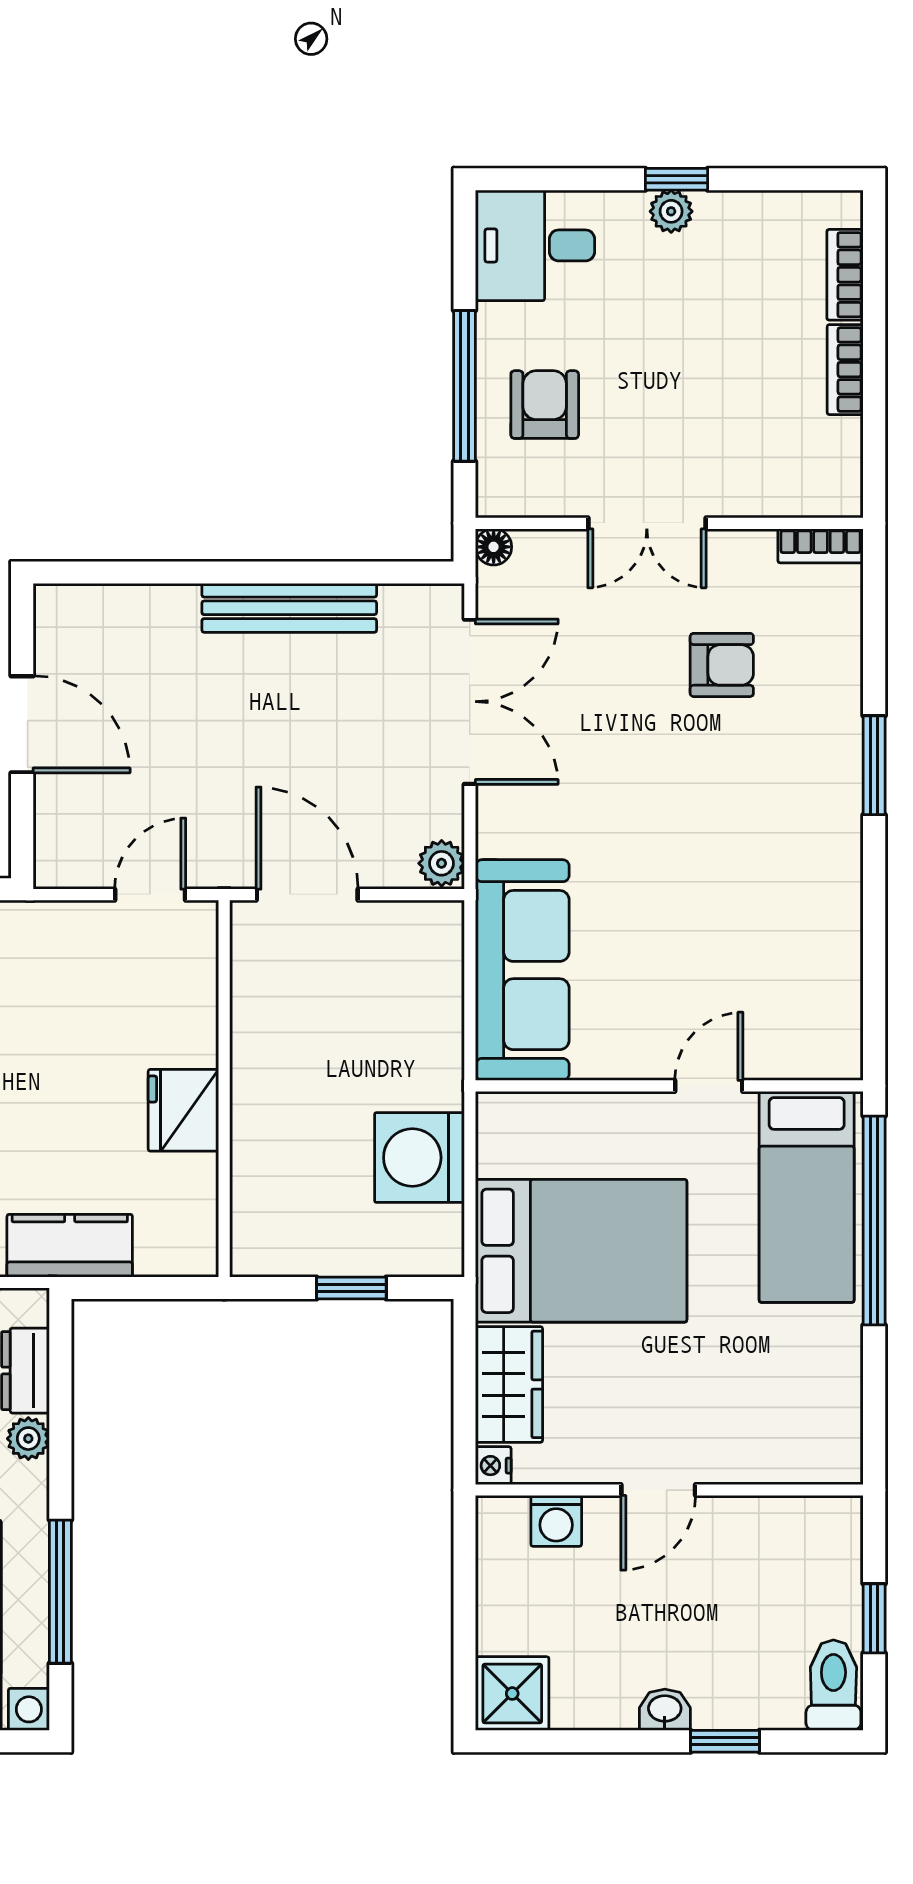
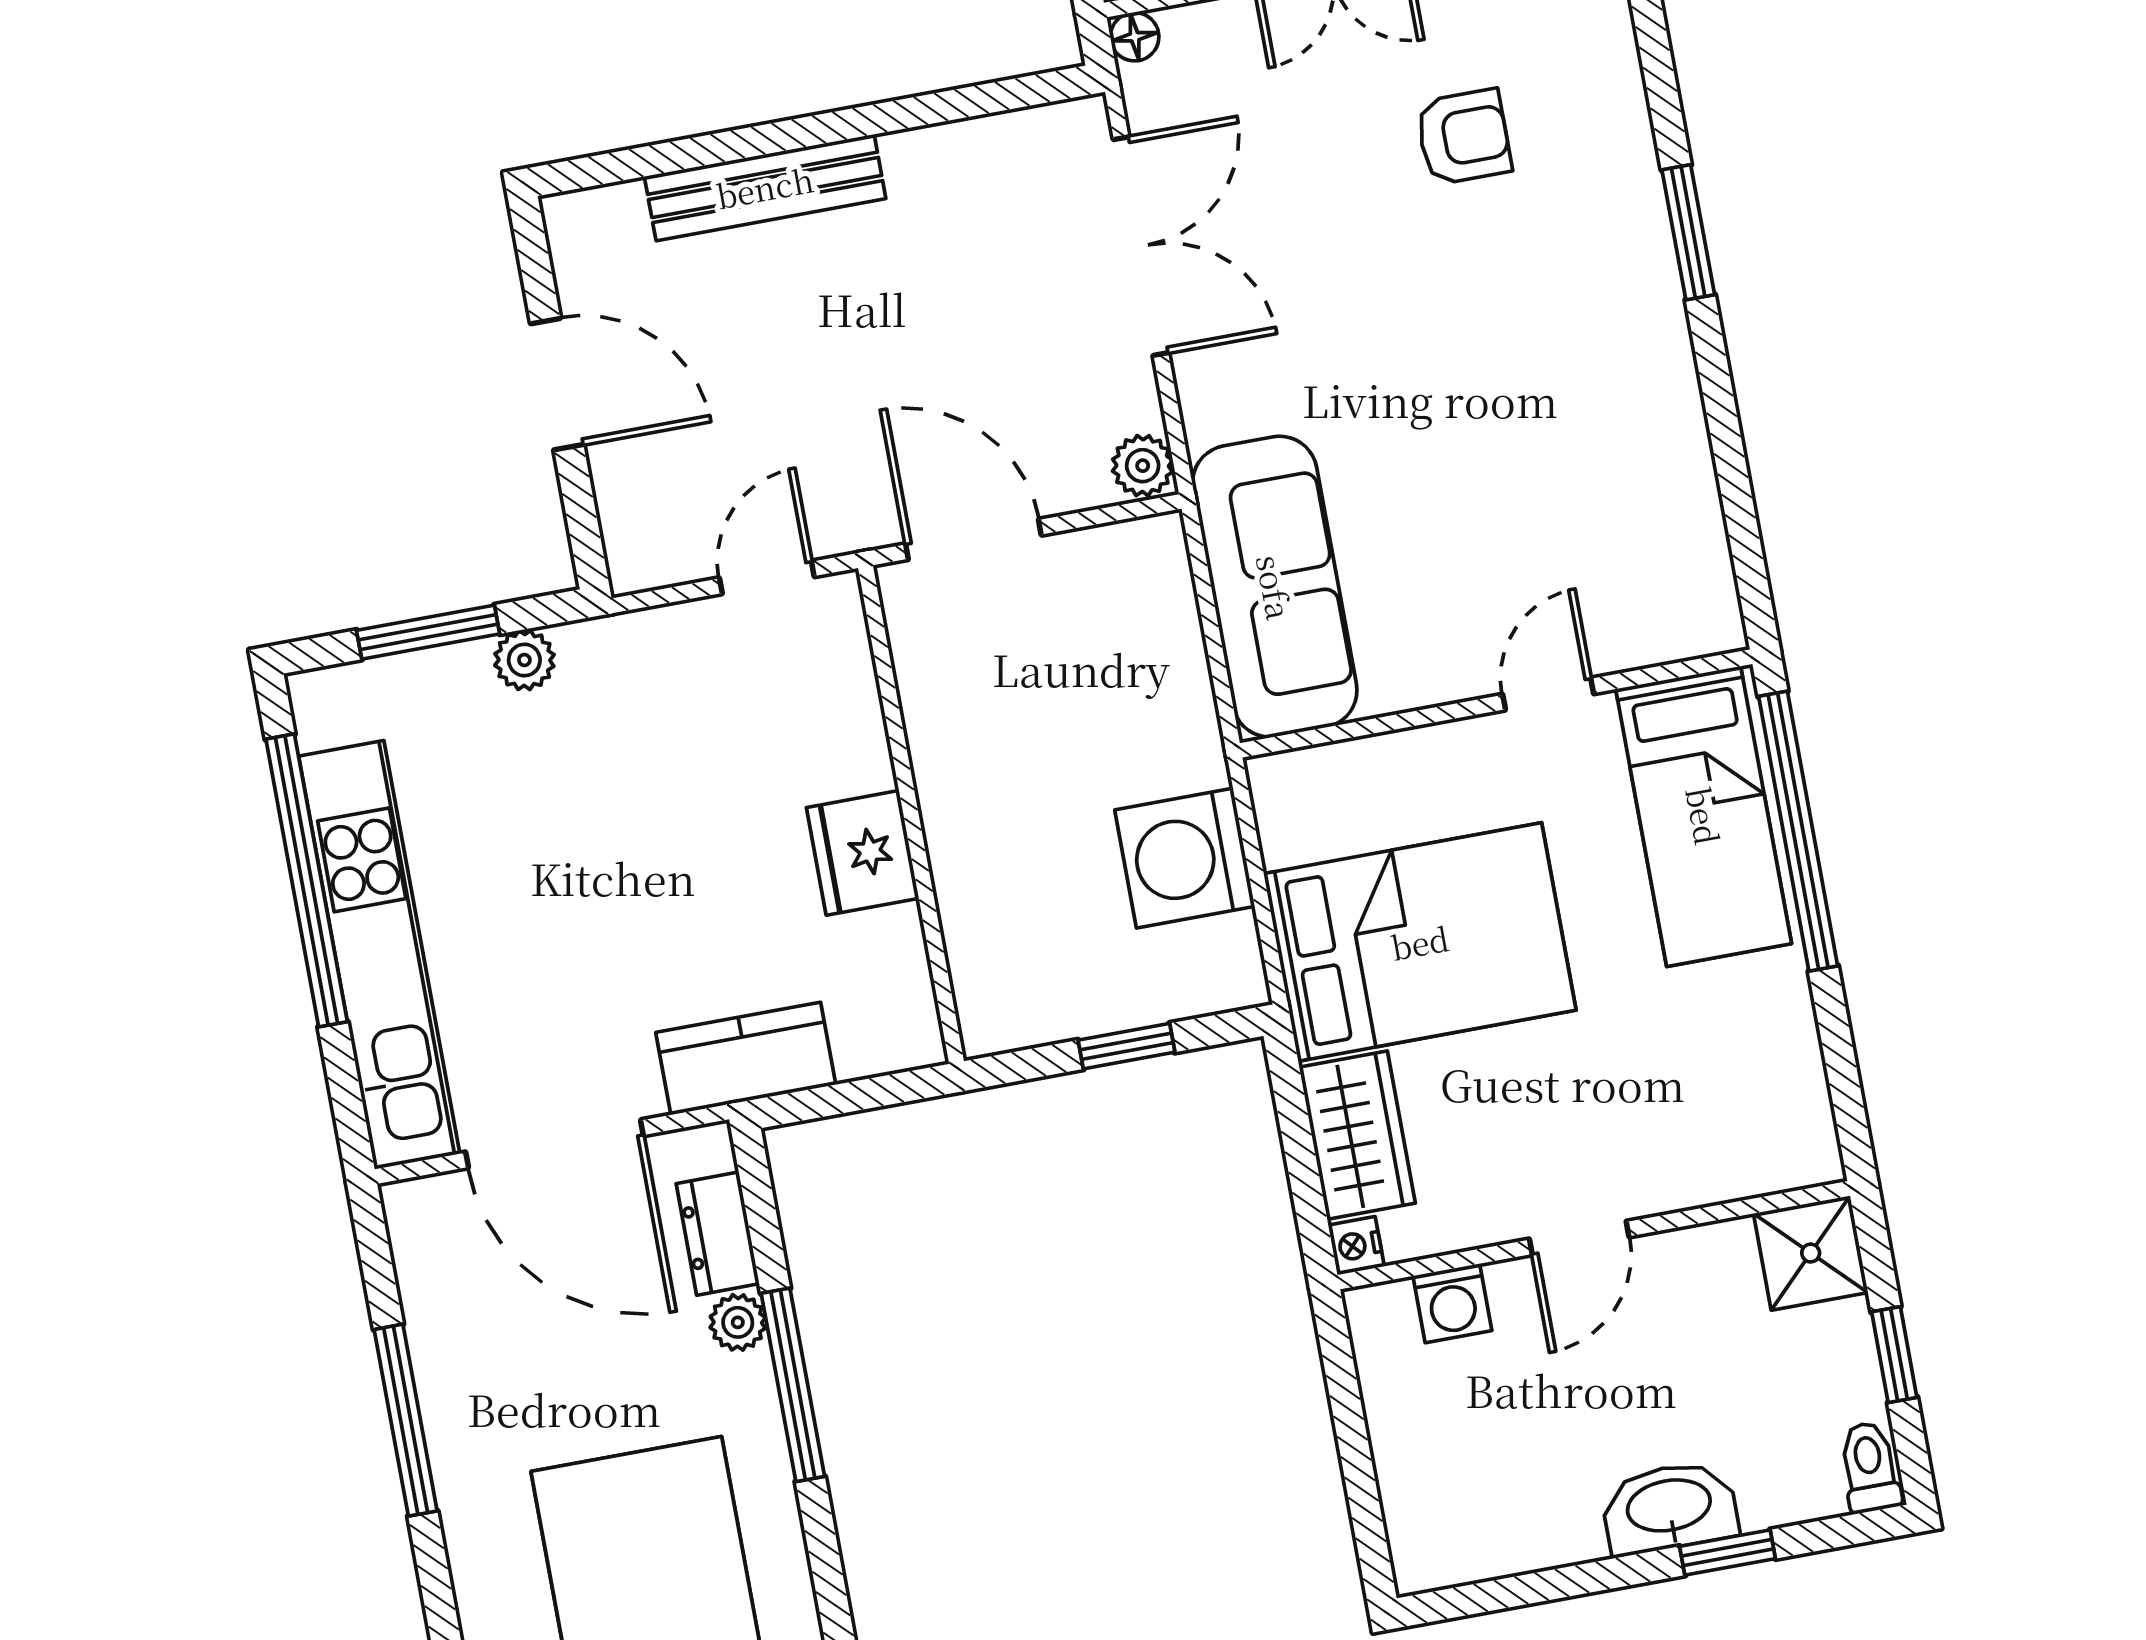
bench: (289, 608) -> (765, 187), moved
window: (60, 1592) -> (793, 1385), moved
toilet: (833, 1685) -> (1870, 1467), width x0.73, depth x0.72
shower: (512, 1694) -> (1811, 1253), moved
washbasin: (665, 1710) -> (1669, 1508), width x1.91, depth x1.45

